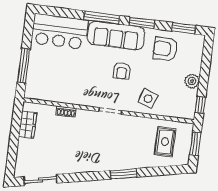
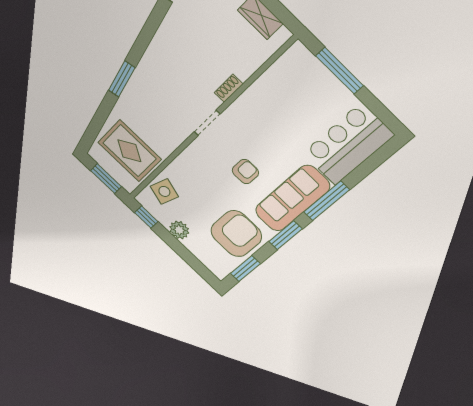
armchair: (165, 49) -> (236, 234), width x1.36, depth x1.36
armchair: (122, 71) -> (245, 172), turned 90
side table: (148, 99) -> (164, 191), moved
shoe rack: (66, 112) -> (229, 88), moved
rug: (165, 142) -> (129, 151), width x1.36, depth x1.43

